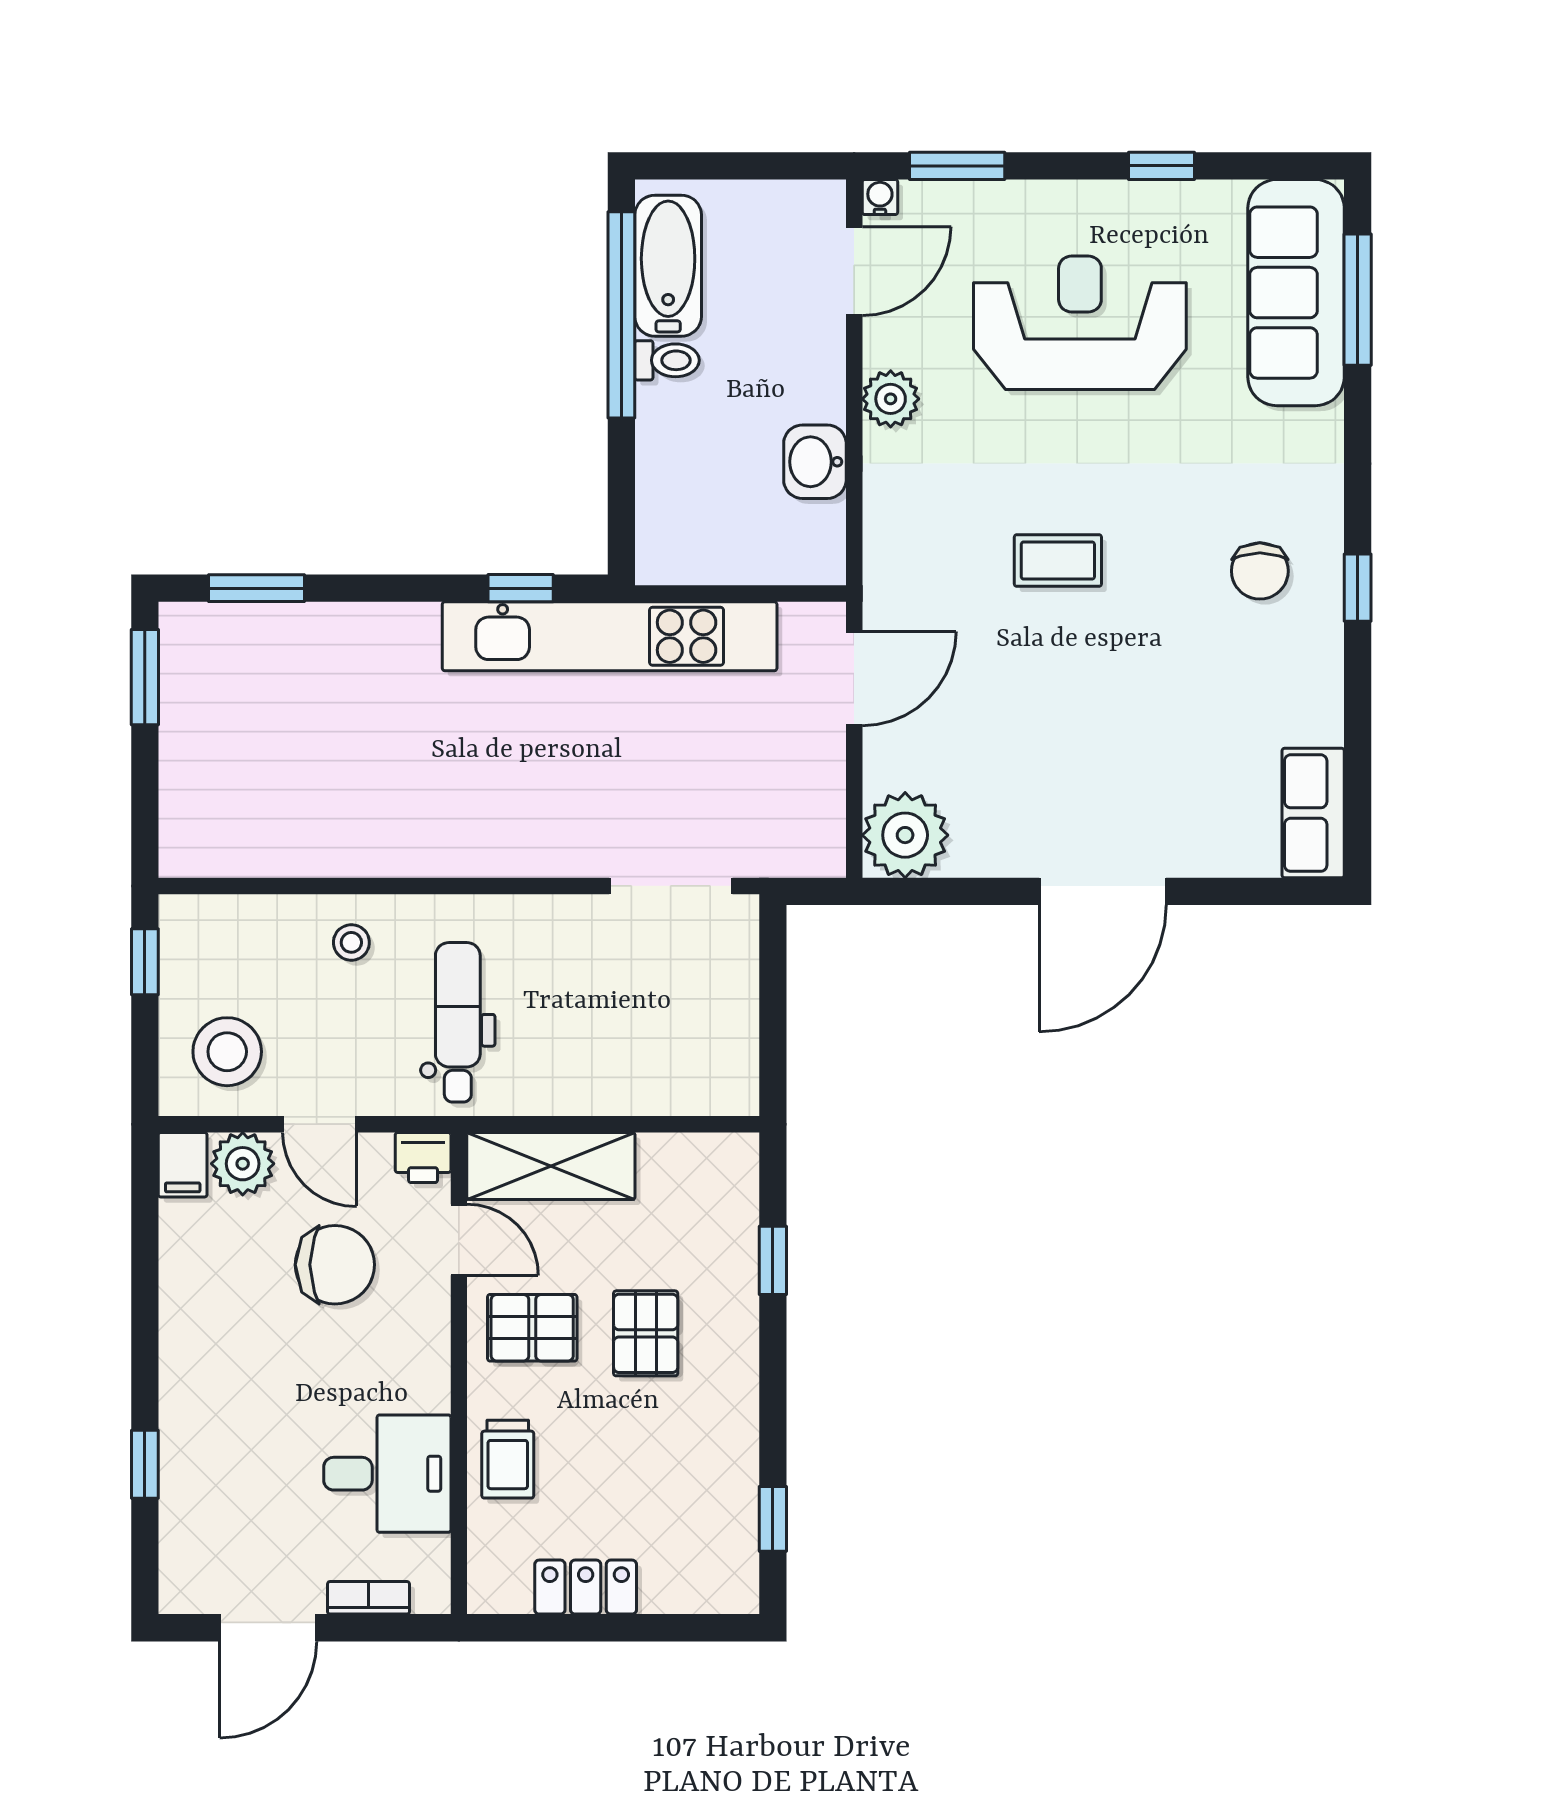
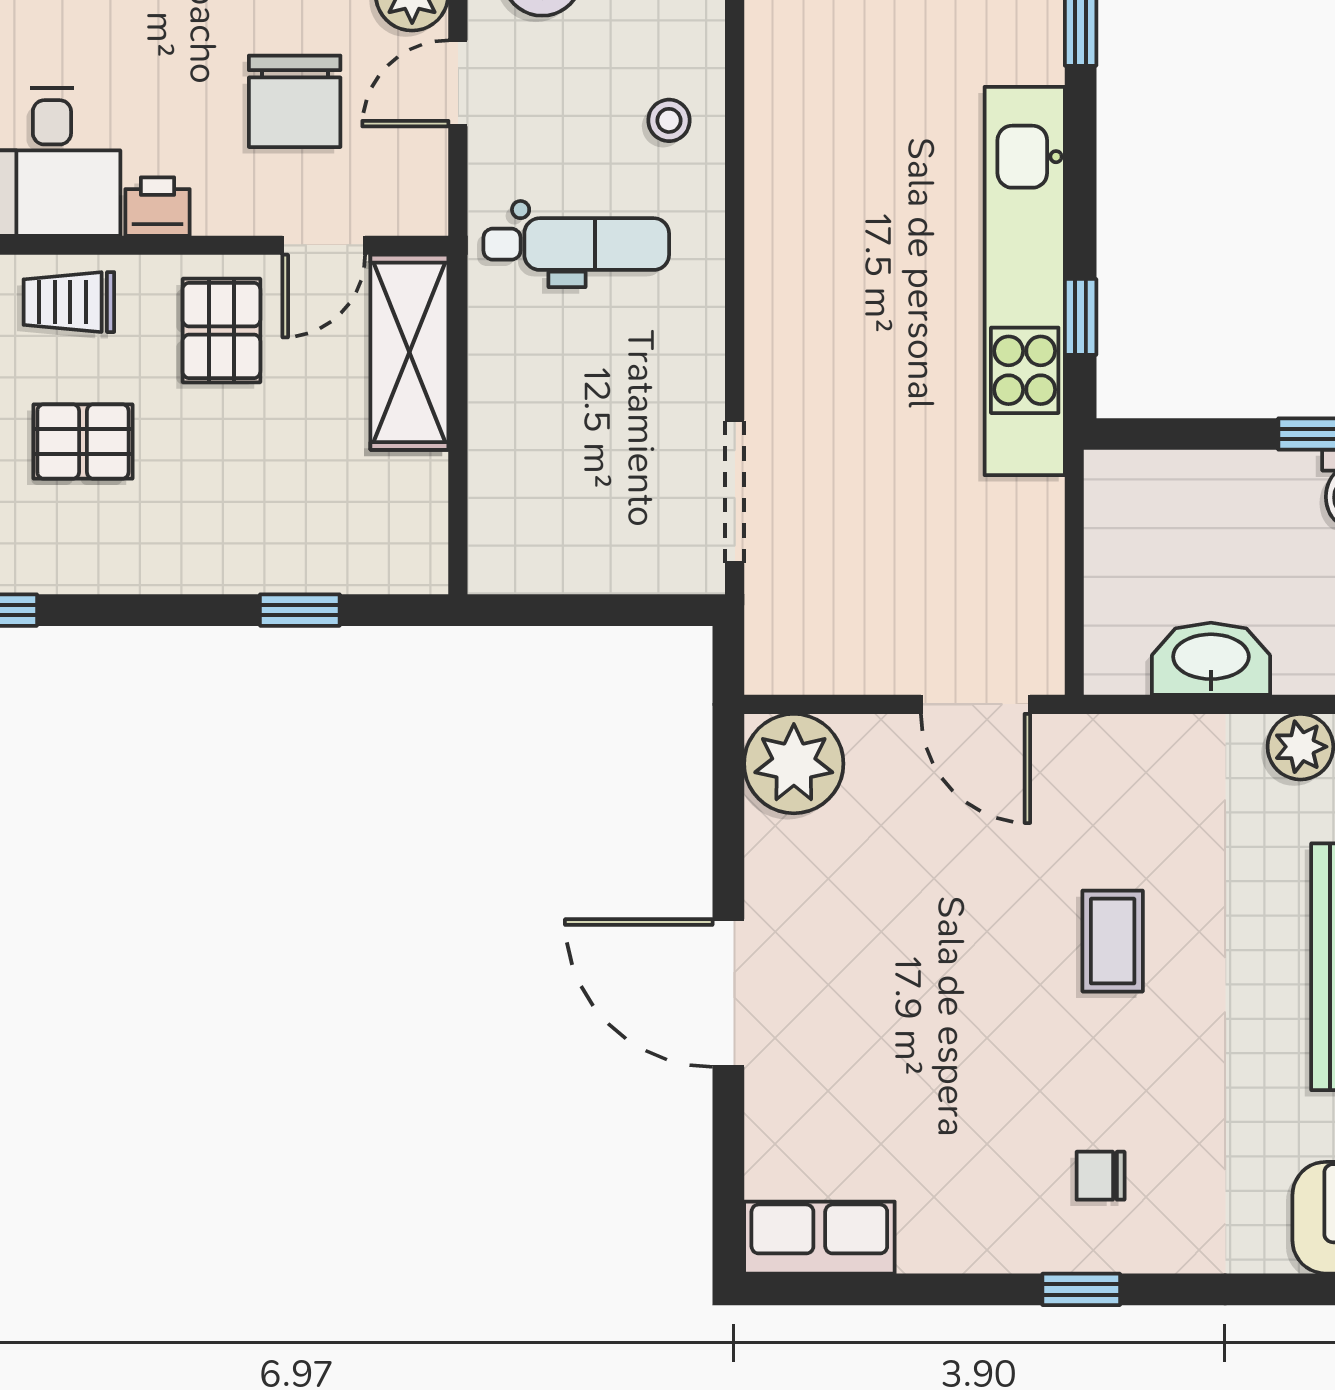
washbasin: (815, 462) -> (1211, 659), width x1.38
chair: (1260, 571) -> (1101, 1176), width x0.73, depth x0.73
kitchen unit: (610, 636) -> (1025, 281), moved
printer: (423, 1158) -> (157, 207), moved, turned 90
pallet: (646, 1333) -> (83, 442), moved

